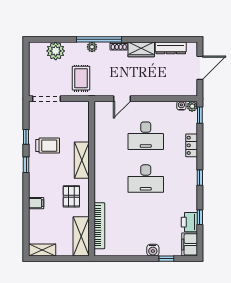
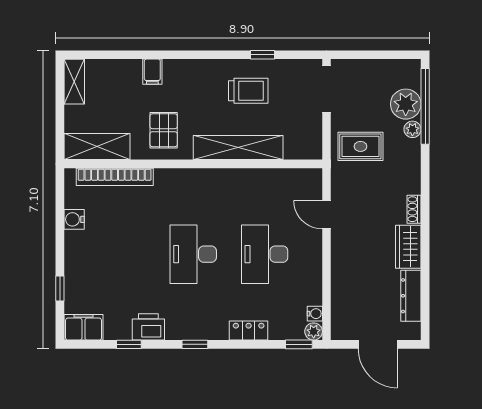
window: (99, 39) -> (425, 106), moved
plant: (92, 47) -> (412, 129), moved
trolley: (48, 146) -> (248, 91), turned -90
shelving: (82, 160) -> (238, 148), width x1.47
window: (26, 165) -> (216, 55), removed
pallet: (71, 196) -> (164, 130), turned 90
printer: (189, 222) -> (148, 327), moved
water cooler: (153, 250) -> (74, 219), moved

